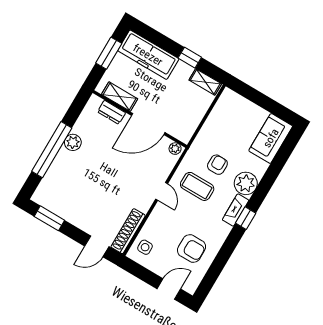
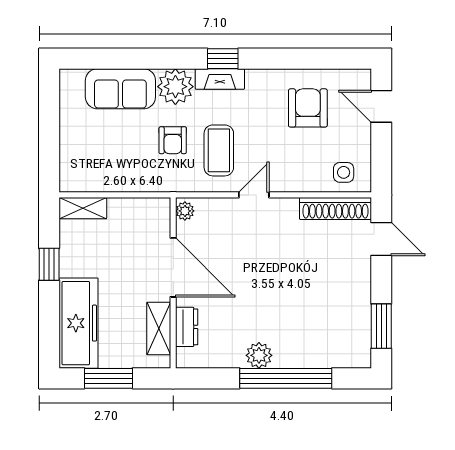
shelving: (205, 82) -> (83, 208), moved, turned 90
sofa: (271, 138) -> (120, 89), moved
armchair: (217, 165) -> (173, 140), turned -90

